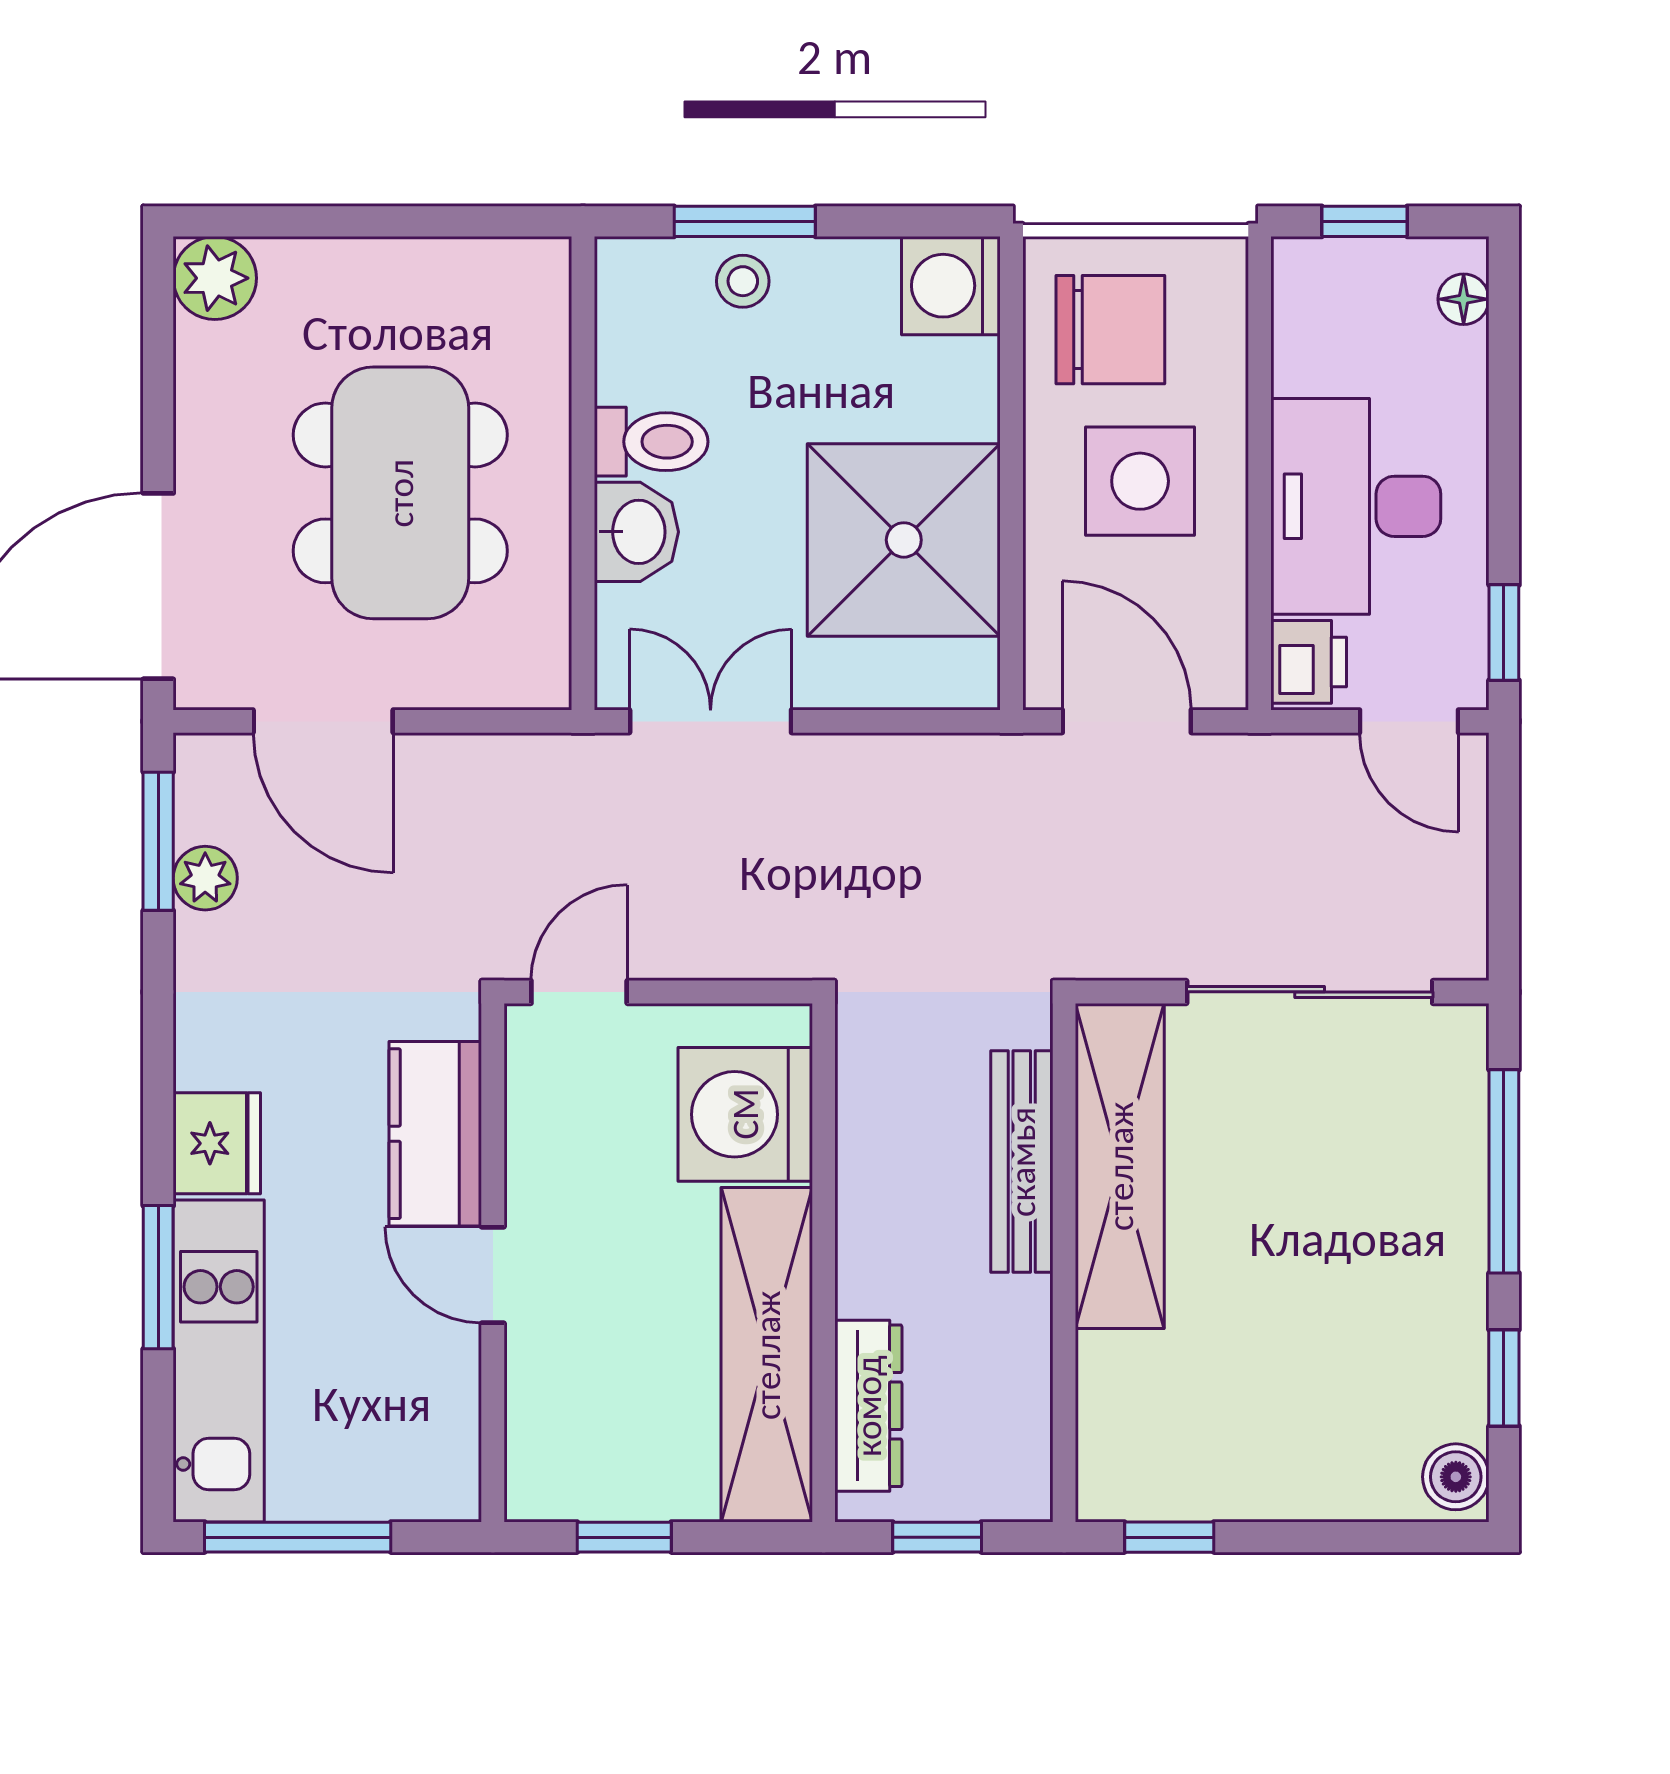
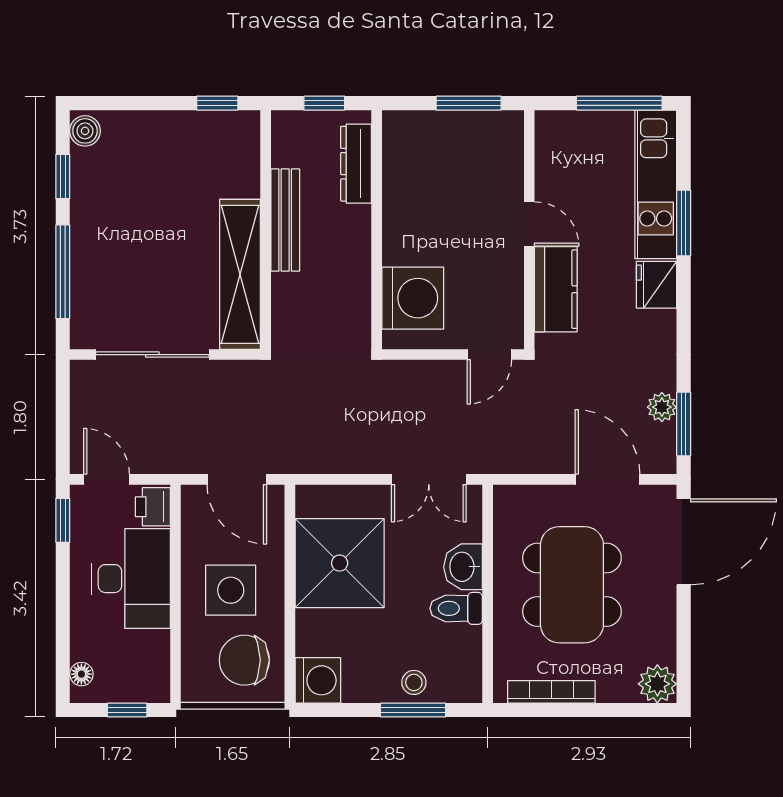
bookcase: (445, 261) -> (551, 692), added
bench: (1022, 1162) -> (285, 220), moved
shelving: (767, 1355) -> (403, 187), removed
window: (624, 1537) -> (469, 103), width x1.50

